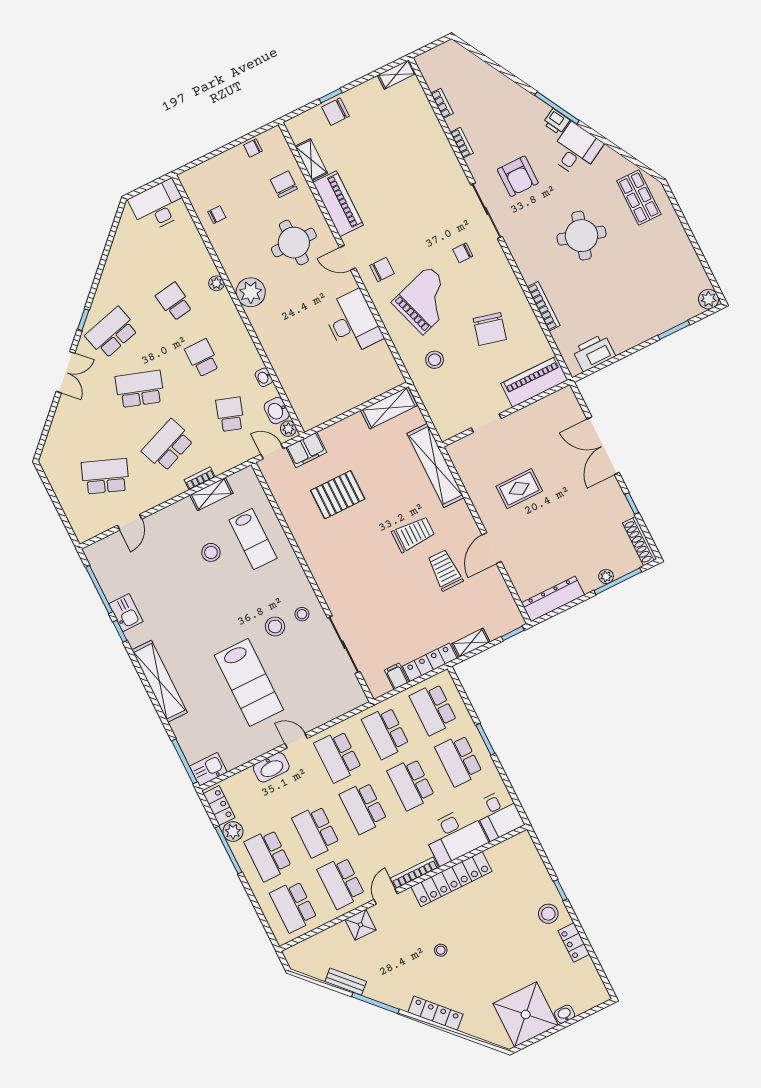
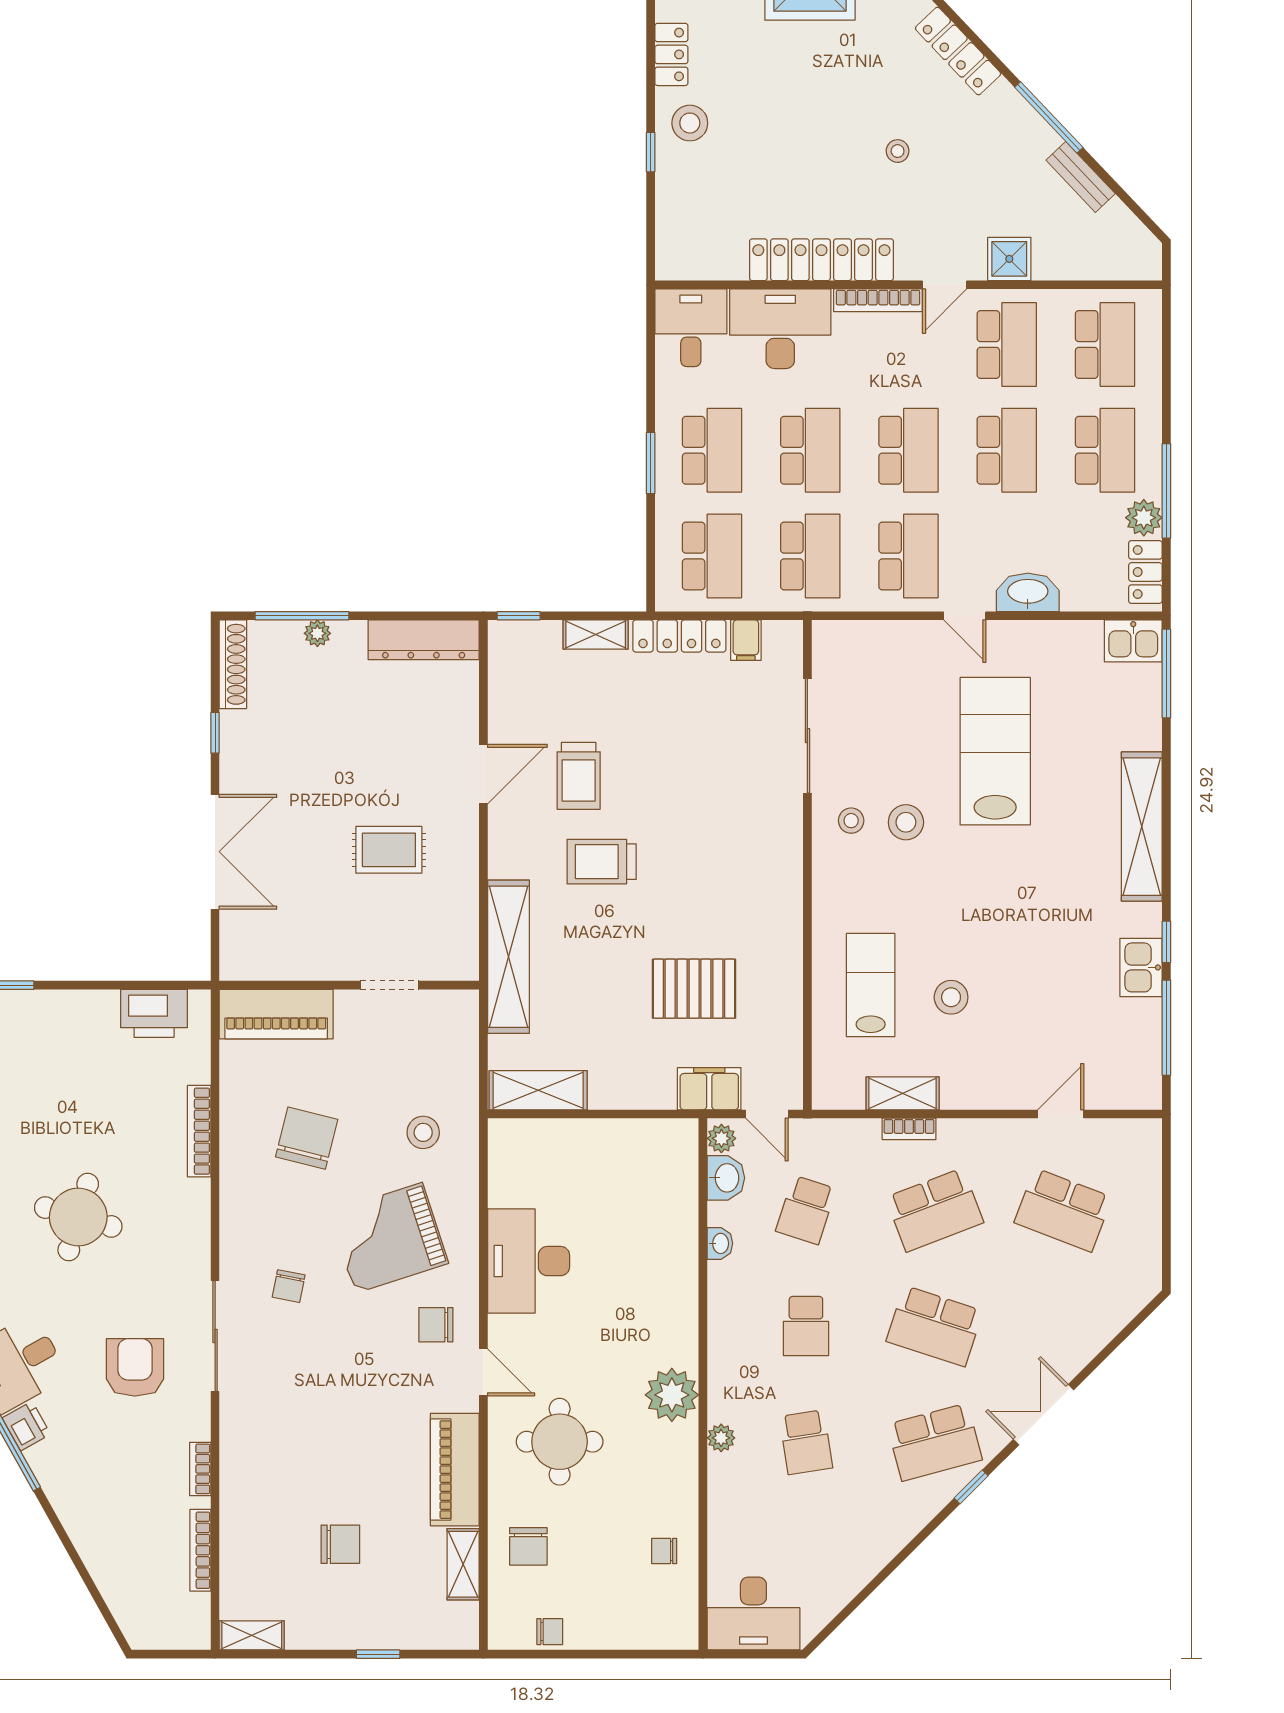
bookcase: (442, 103) -> (200, 1550), width x1.56
chair: (336, 112) -> (340, 1544), moved
chair: (463, 253) -> (289, 1286), turned 101

